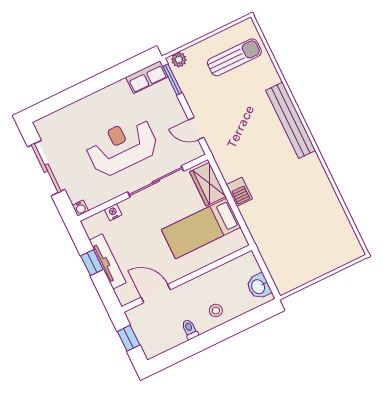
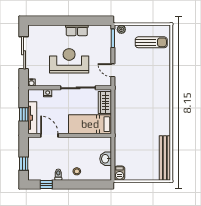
row of seats: (147, 77) -> (77, 30), moved
bench: (291, 120) -> (165, 158), moved
barbecue: (239, 192) -> (120, 173), moved
wall: (187, 279) -> (70, 135), moved
washbasin: (259, 286) -> (106, 159), moved
door: (156, 293) -> (49, 135), moved
window: (179, 353) -> (46, 184), added

